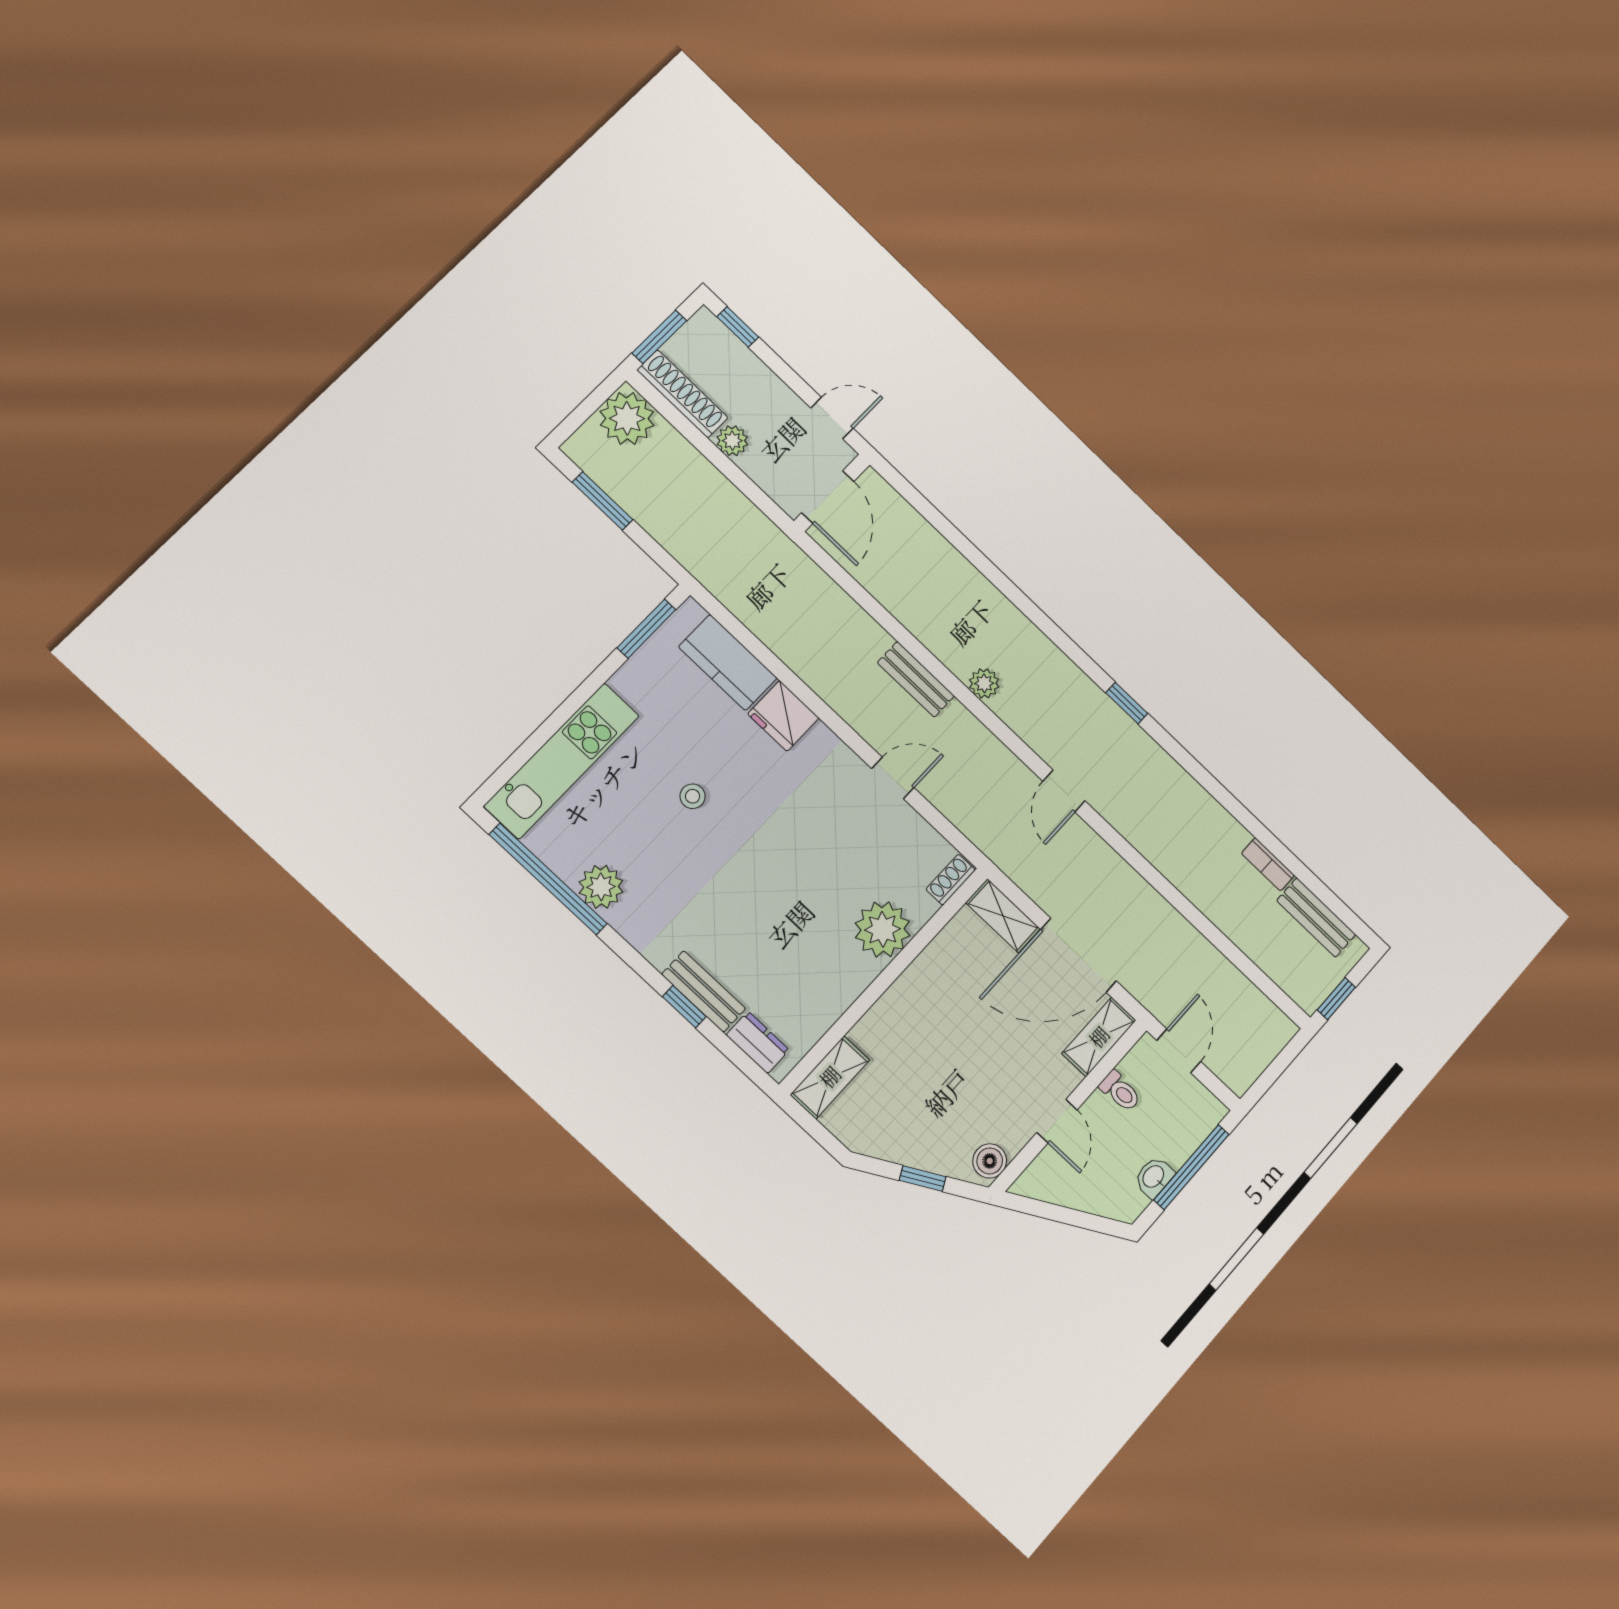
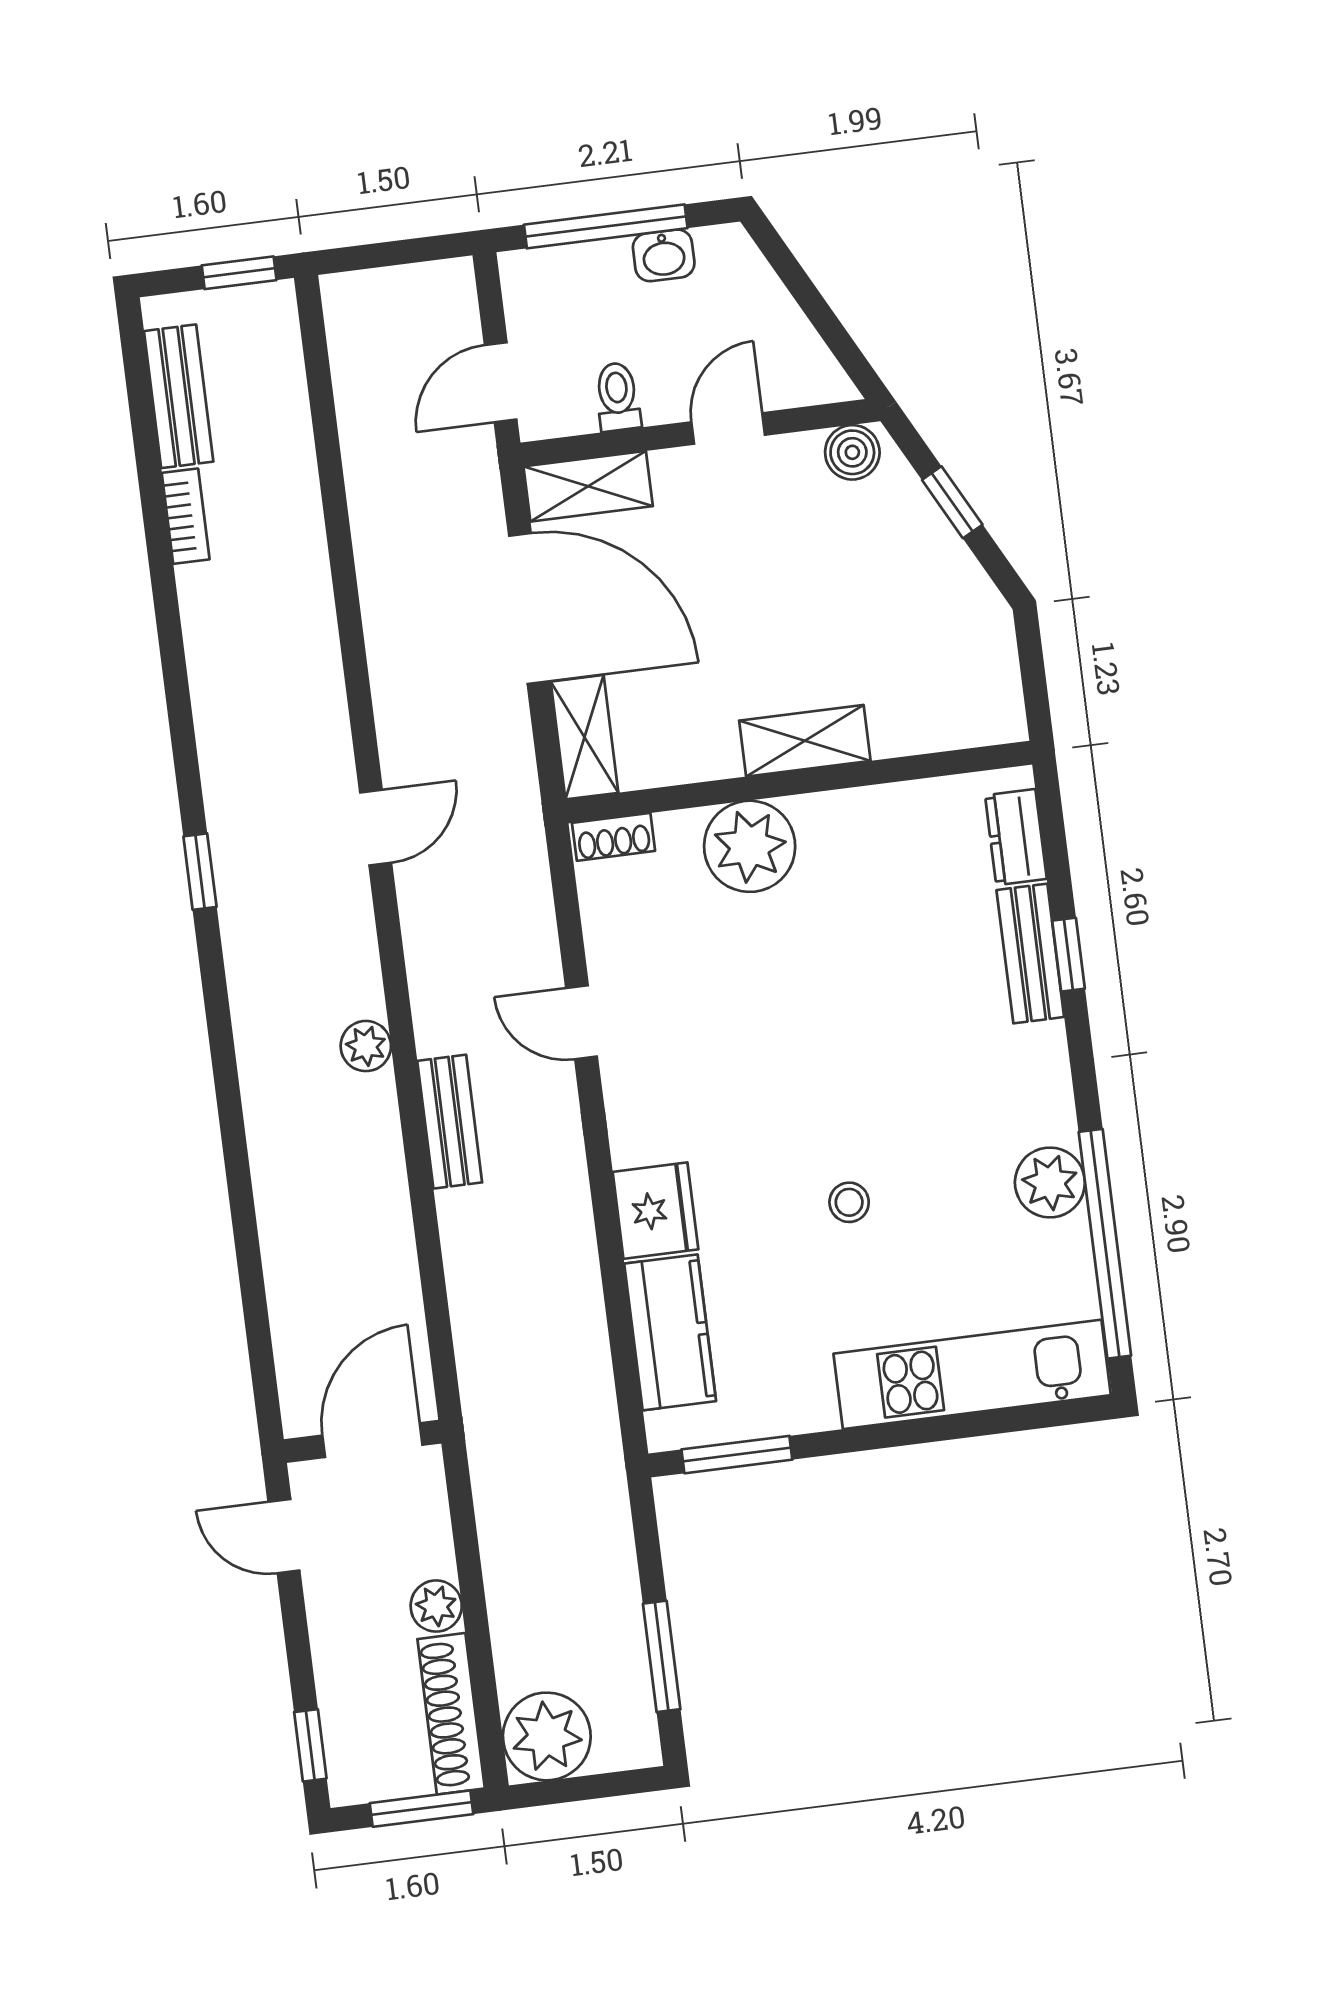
shelving: (830, 1077) -> (805, 741), moved

